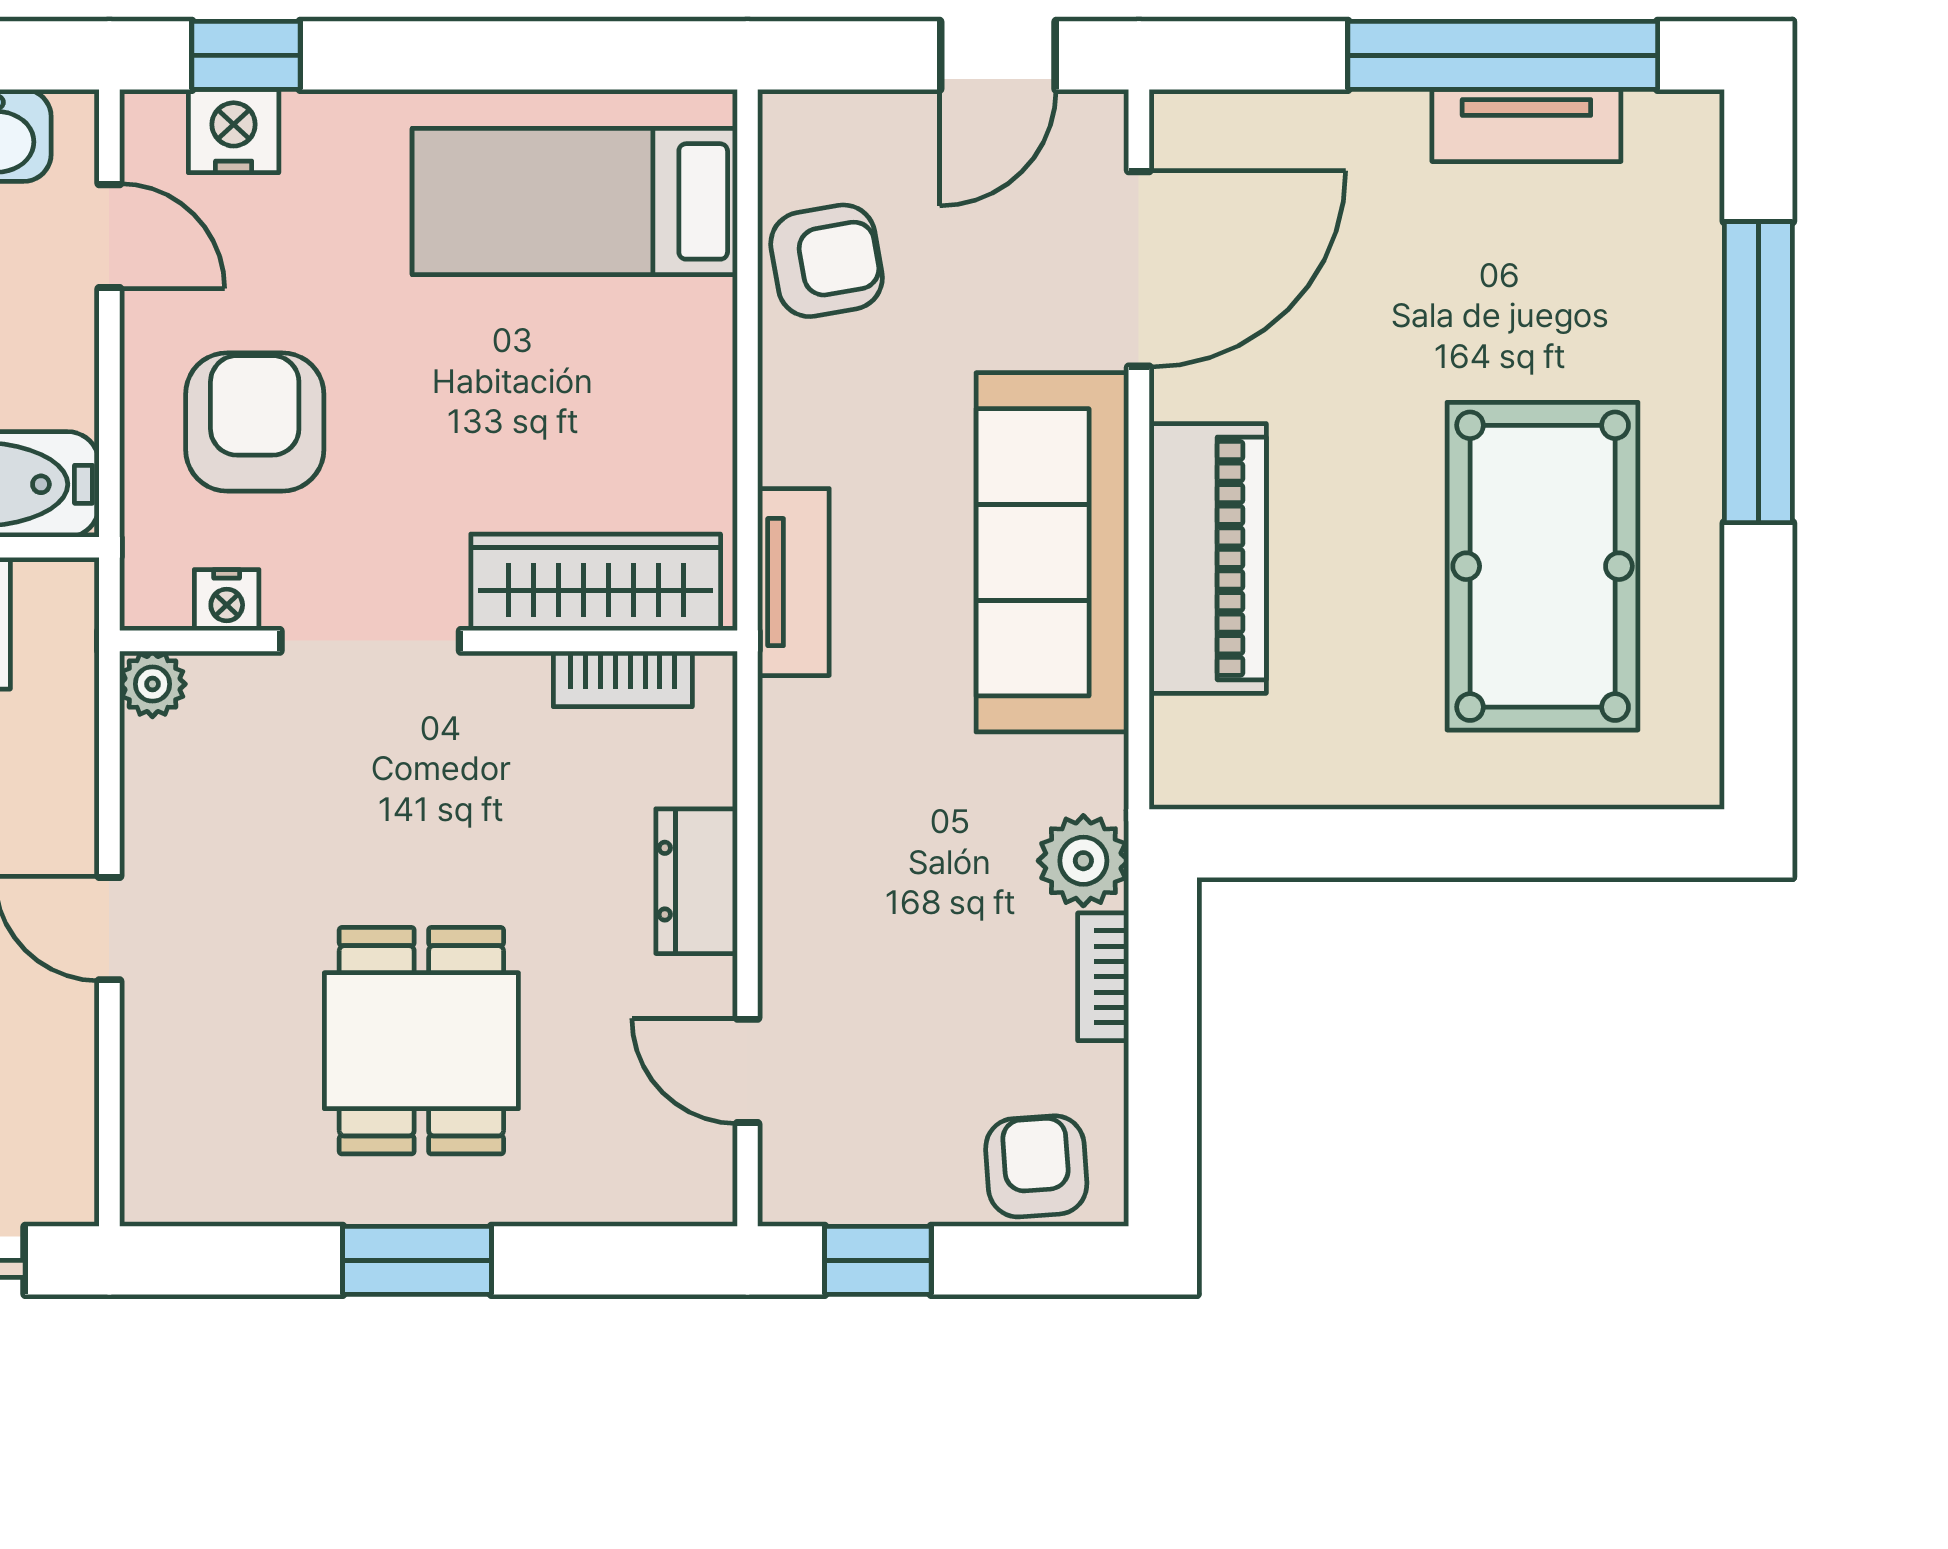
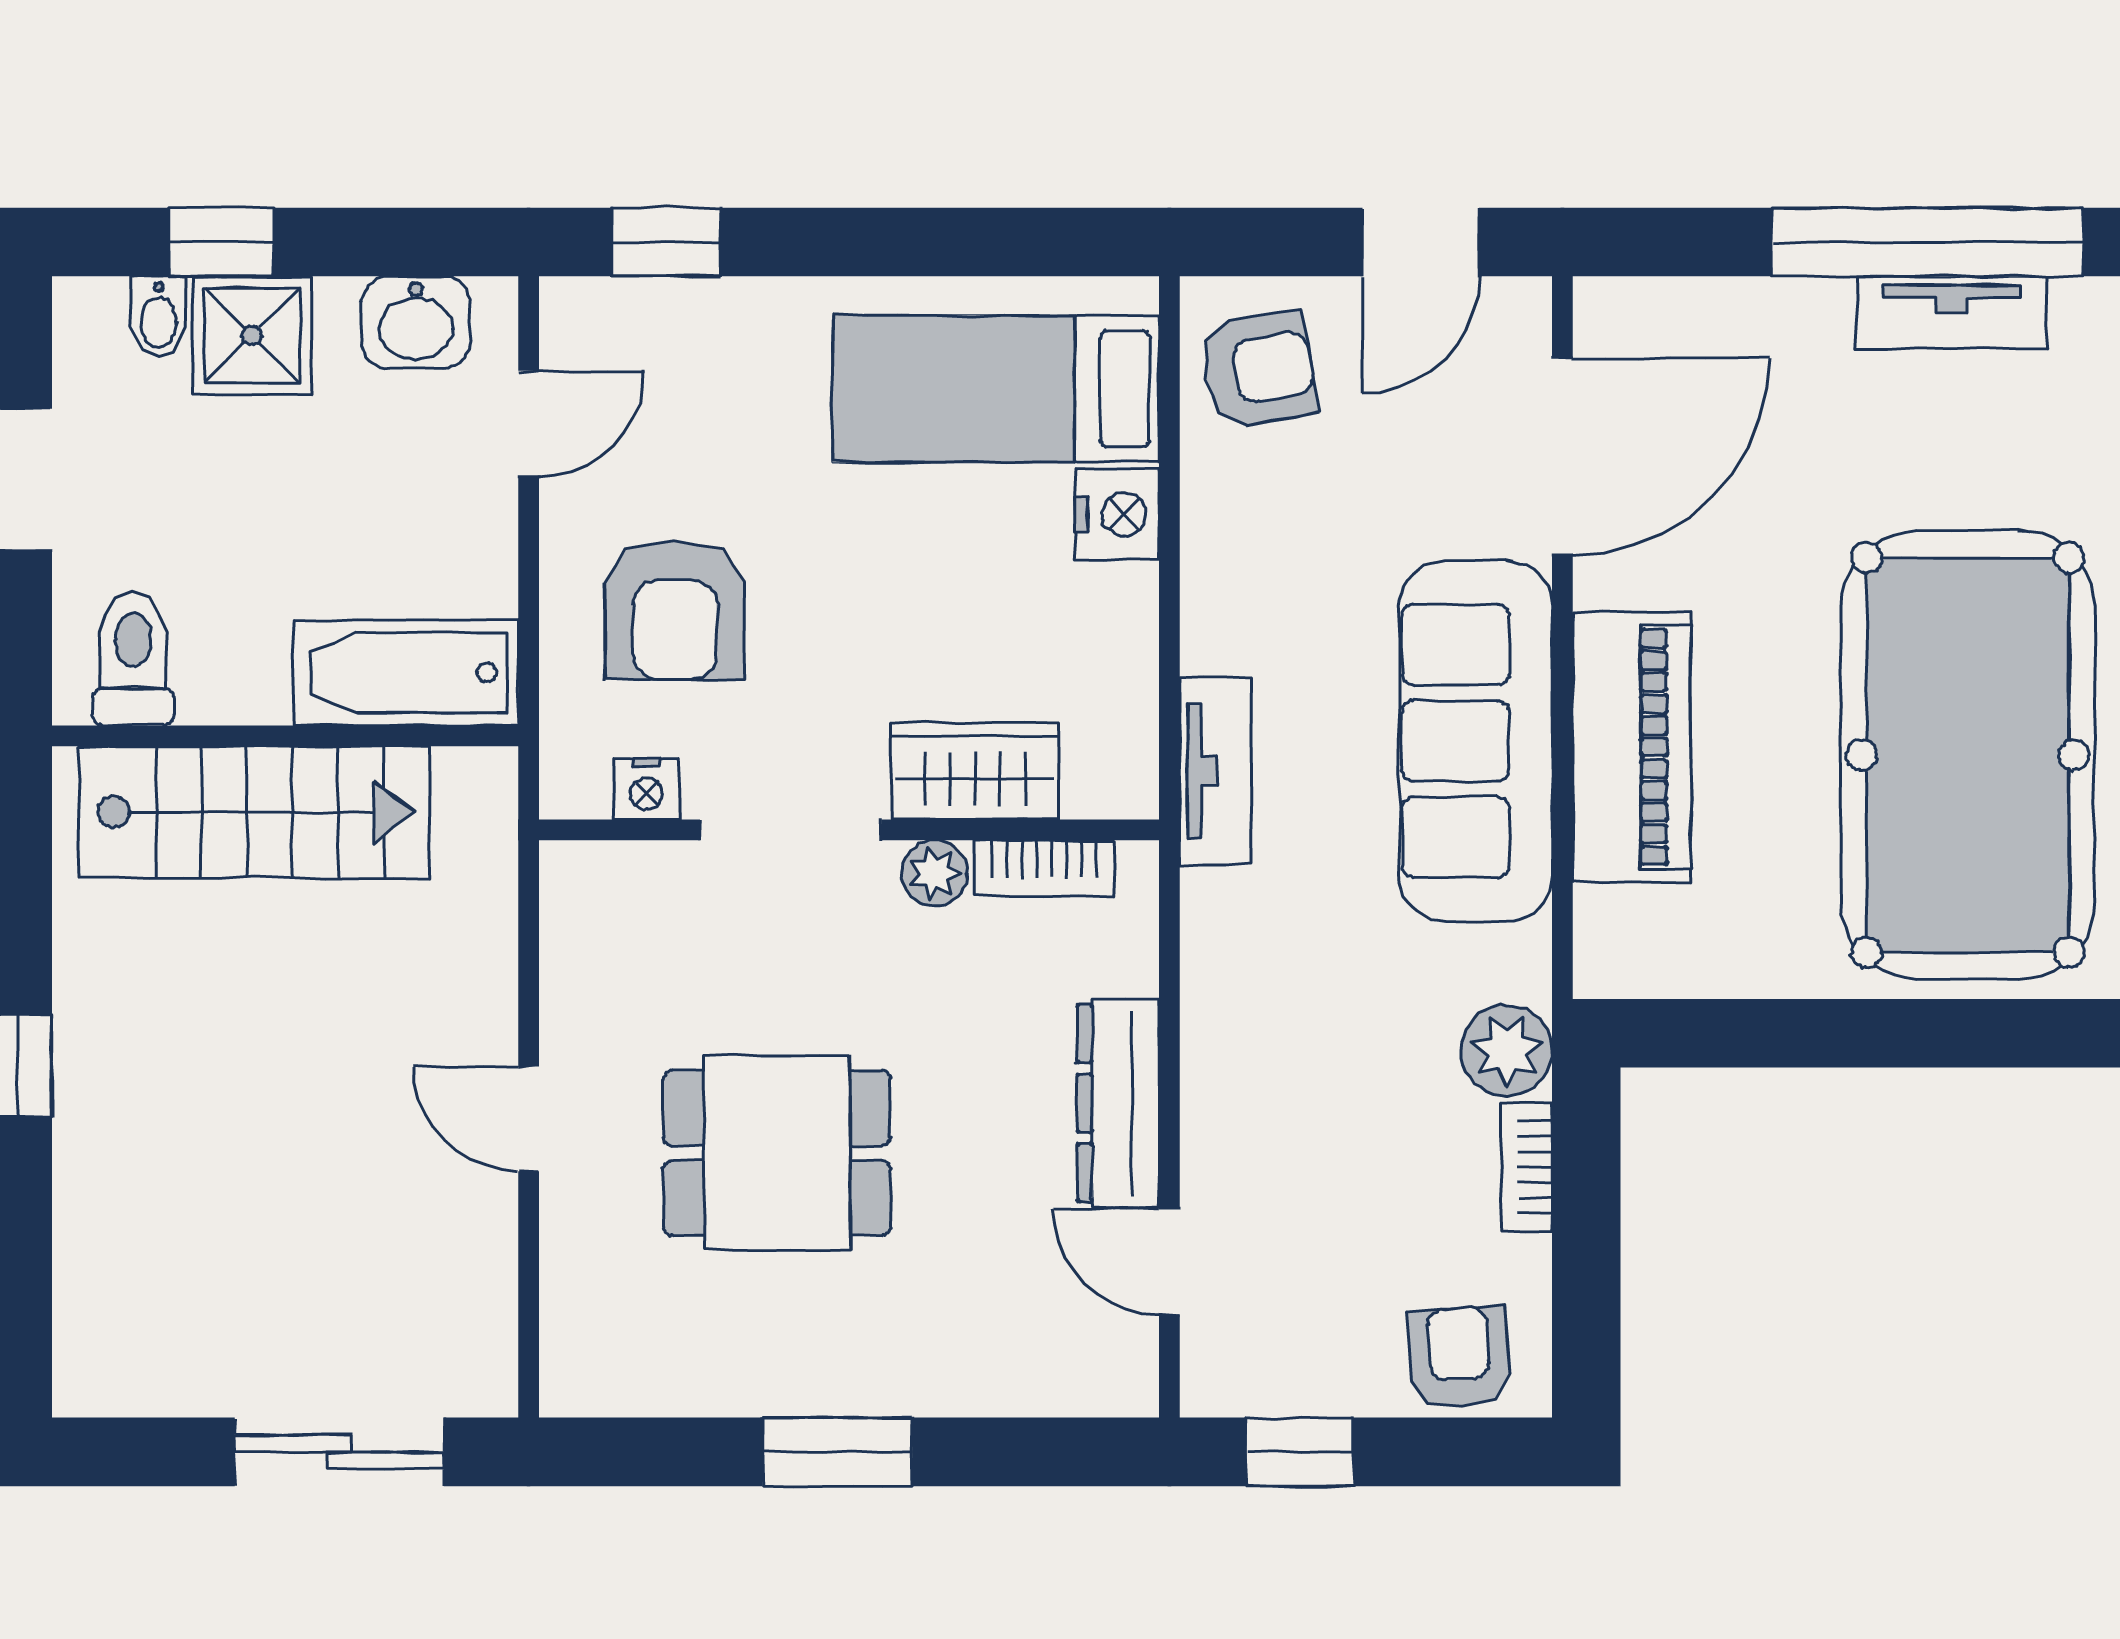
nightstand: (234, 131) -> (1117, 514), moved, turned 90
door: (109, 236) -> (529, 423), hinge flipped
armchair: (827, 261) -> (1258, 370), moved
armchair: (255, 422) -> (675, 610), turned 180
pool table: (1543, 566) -> (1968, 755), width x1.36, depth x1.32
wardrobe: (596, 582) -> (975, 771), width x0.67
plant: (152, 684) -> (934, 873), moved
dresser: (697, 881) -> (1118, 1103), width x1.44
dining table: (421, 1041) -> (777, 1153), moved, turned 90

